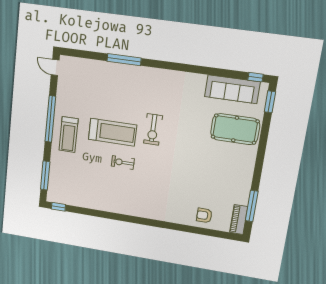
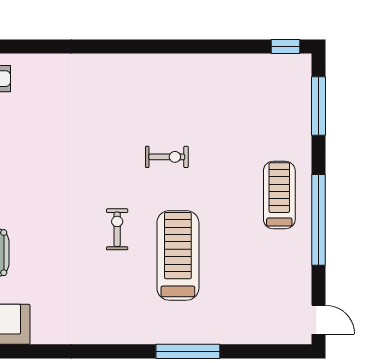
exercise bike: (153, 129) -> (117, 229), width x0.73, depth x0.72
treadmill: (112, 132) -> (178, 255), moved, turned 90

